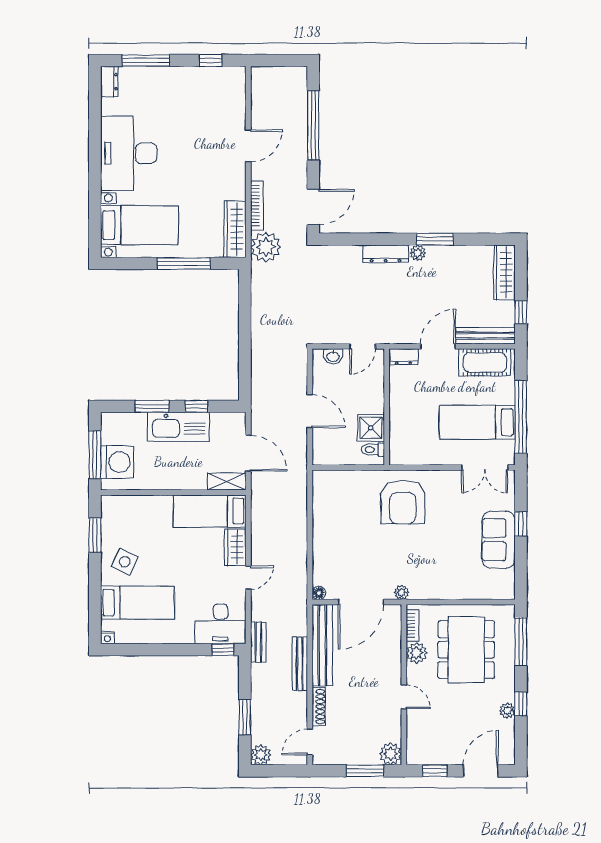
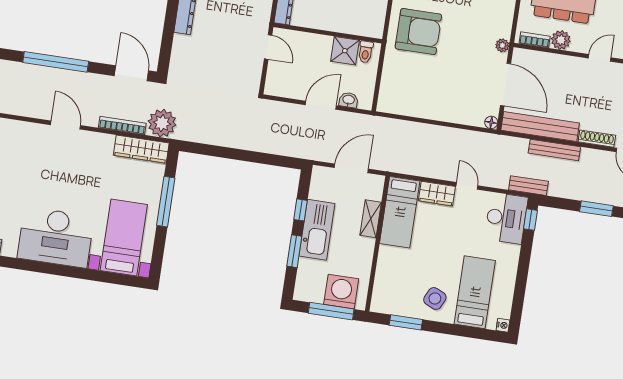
washbasin: (333, 356) -> (349, 100), moved, turned -90
shelving: (227, 482) -> (371, 219), moved

